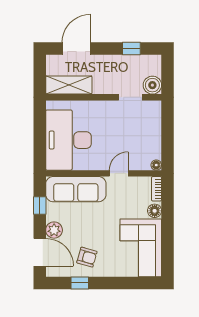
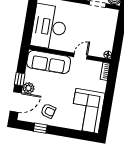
window: (40, 205) -> (20, 79), moved
floor lamp: (155, 211) -> (101, 87), removed
door: (40, 252) -> (16, 102), hinge flipped

